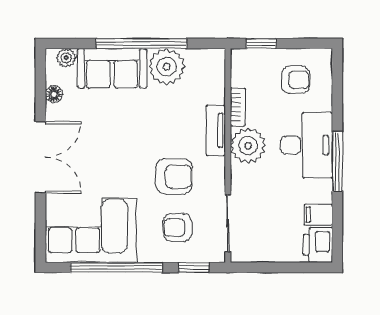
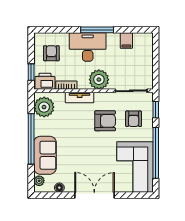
plant: (167, 67) -> (44, 107), moved
plant: (248, 146) -> (99, 80), moved
armchair: (174, 176) -> (105, 121), turned 90
printer: (318, 245) -> (45, 81), moved, turned 180

